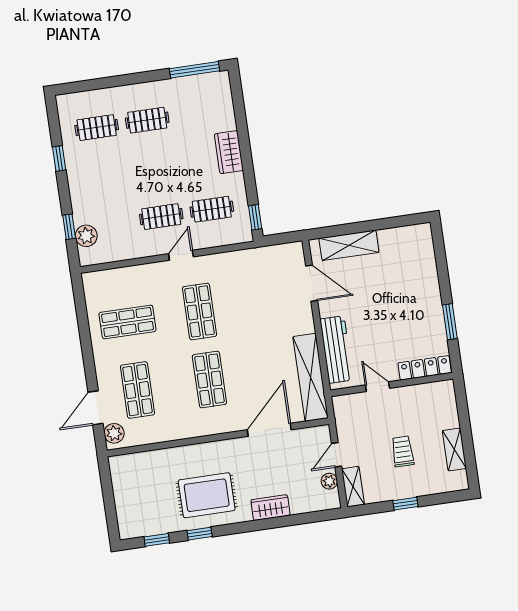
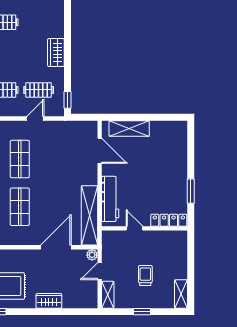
door: (181, 255) -> (35, 118), moved
shelving: (454, 450) -> (181, 294), moved
plant: (329, 481) -> (92, 255), moved

